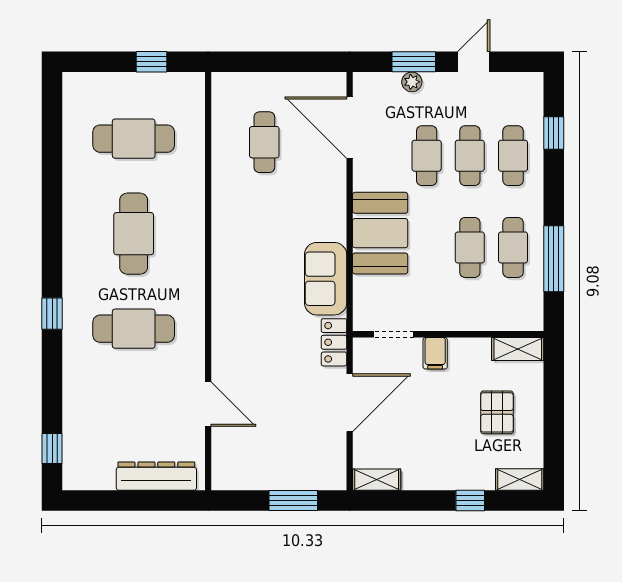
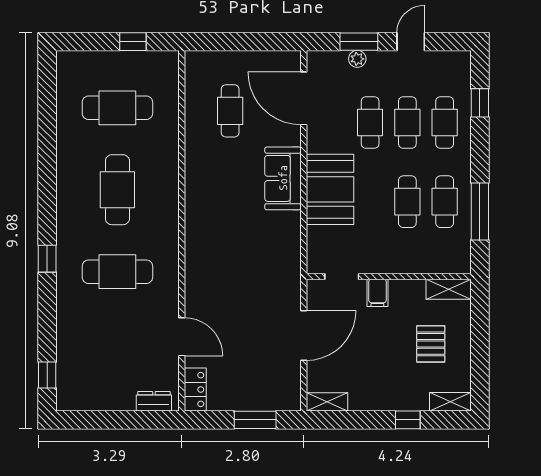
sofa: (326, 279) -> (283, 178), moved
locker: (334, 342) -> (195, 390), moved, turned 180
dresser: (156, 476) -> (154, 401), width x0.51, depth x0.80

